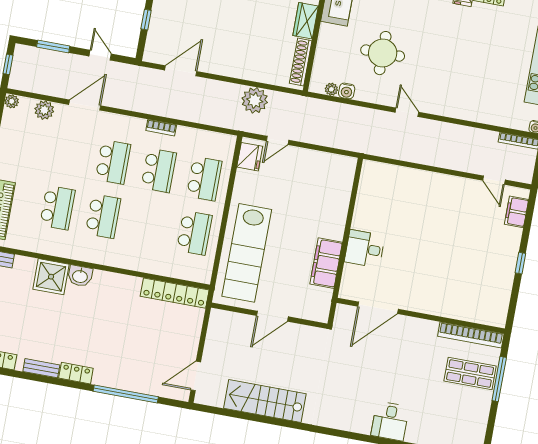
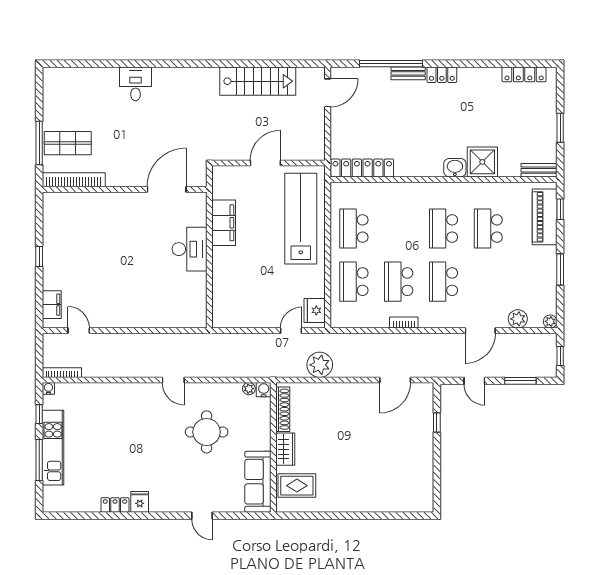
water cooler: (347, 91) -> (264, 390), moved
desk: (365, 249) -> (190, 249), width x1.37
bench: (41, 368) -> (408, 73), moved

